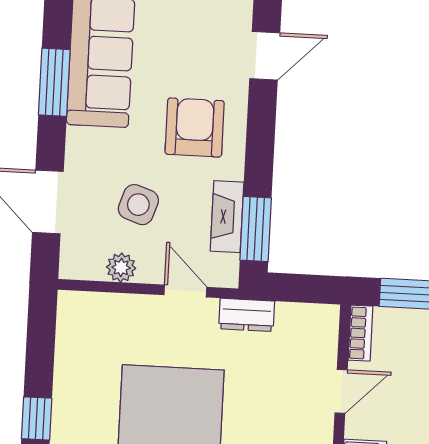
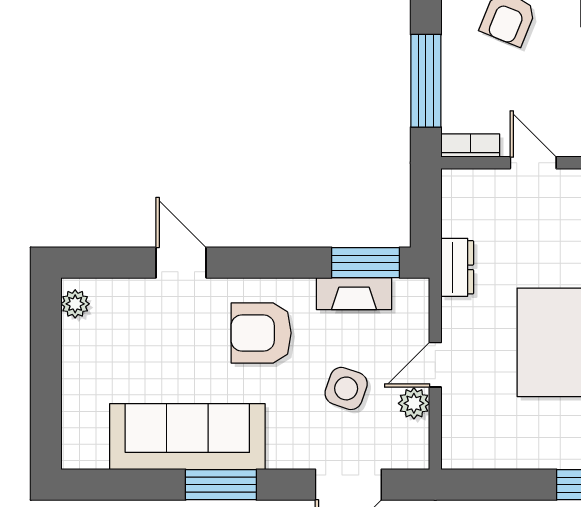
door: (185, 291) -> (435, 365), moved

